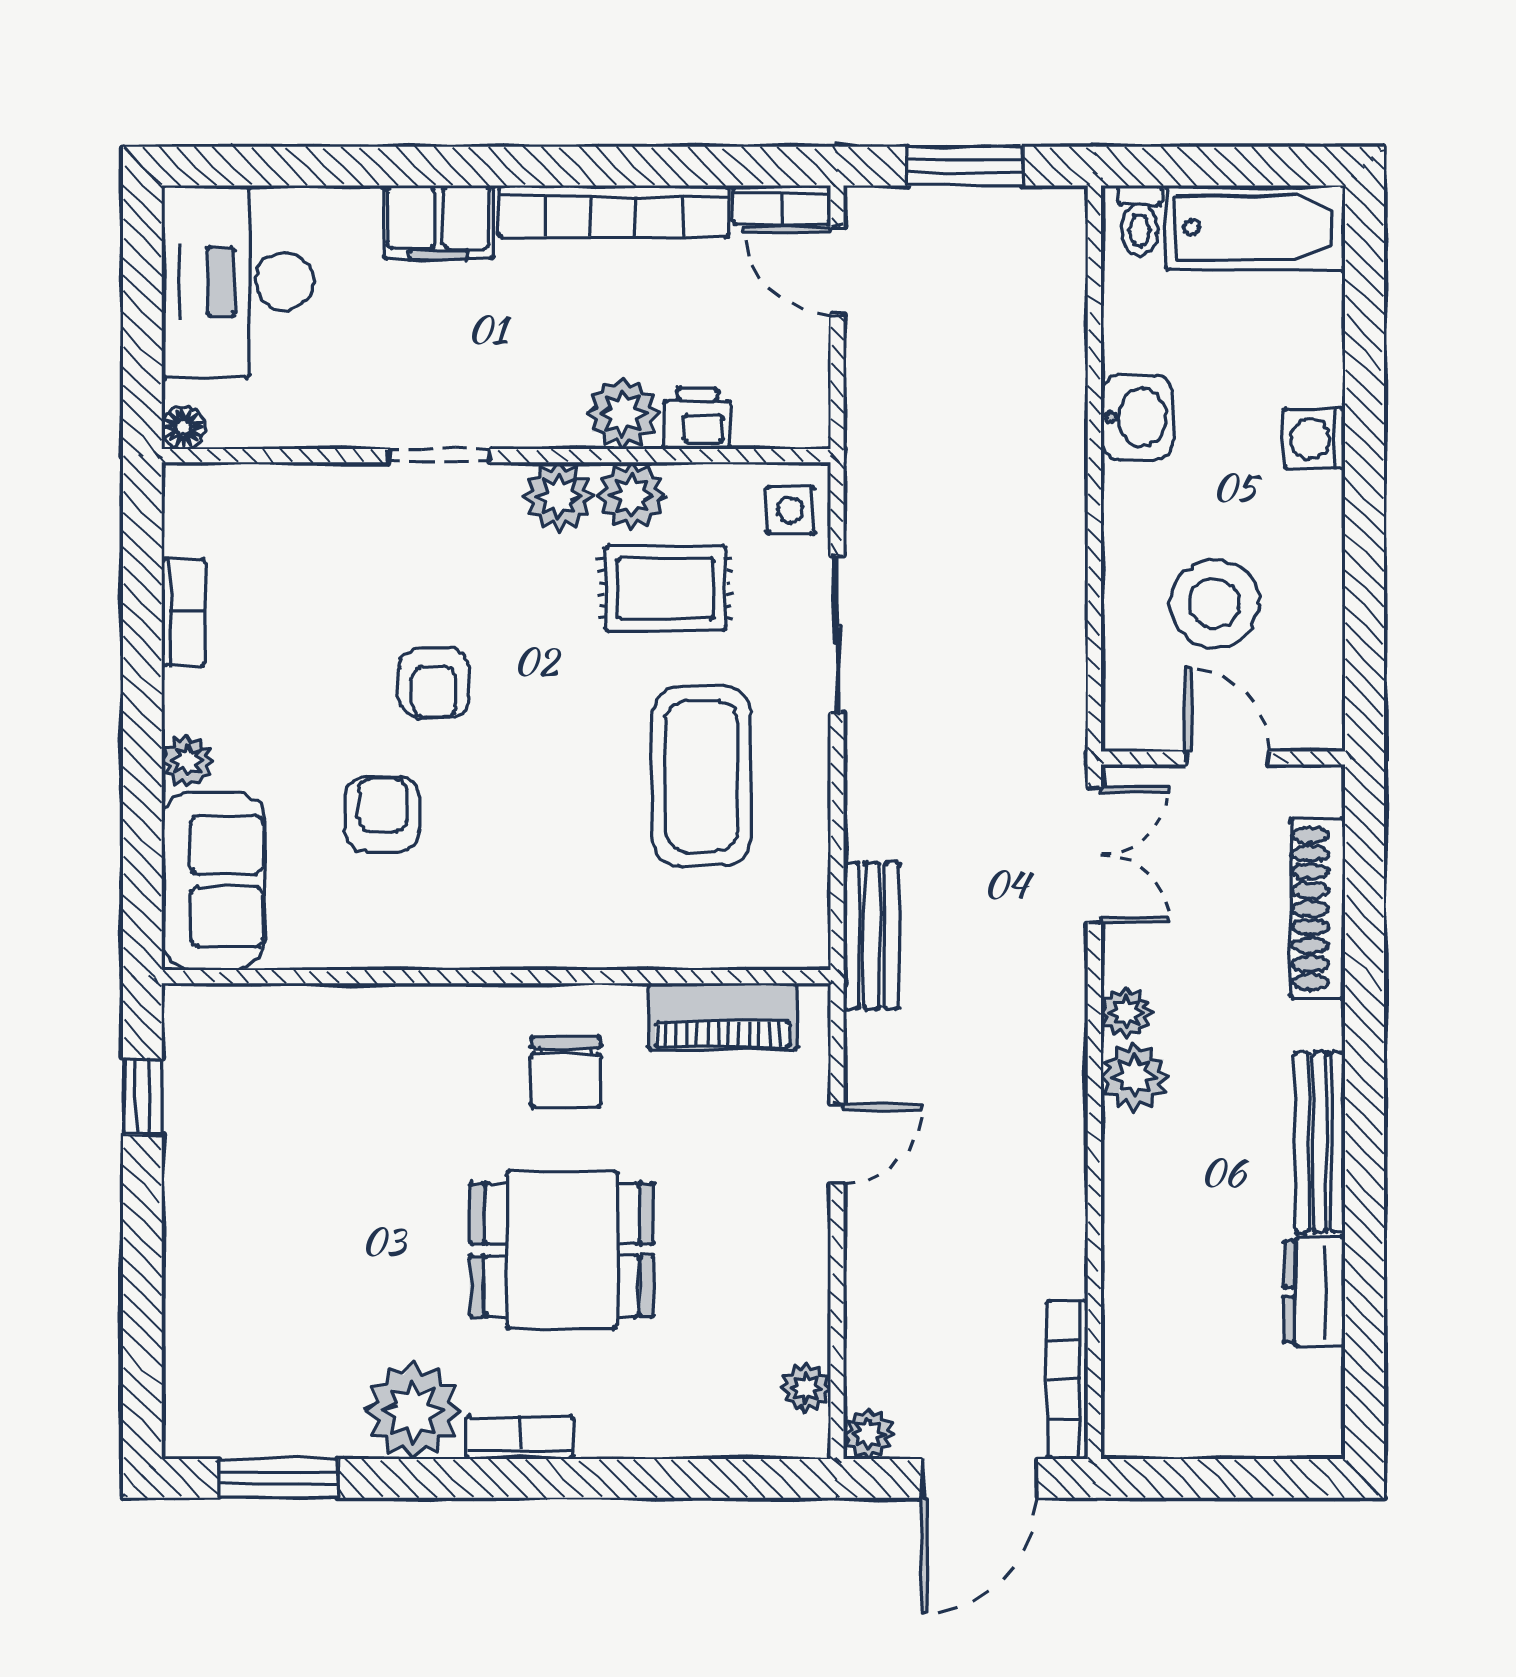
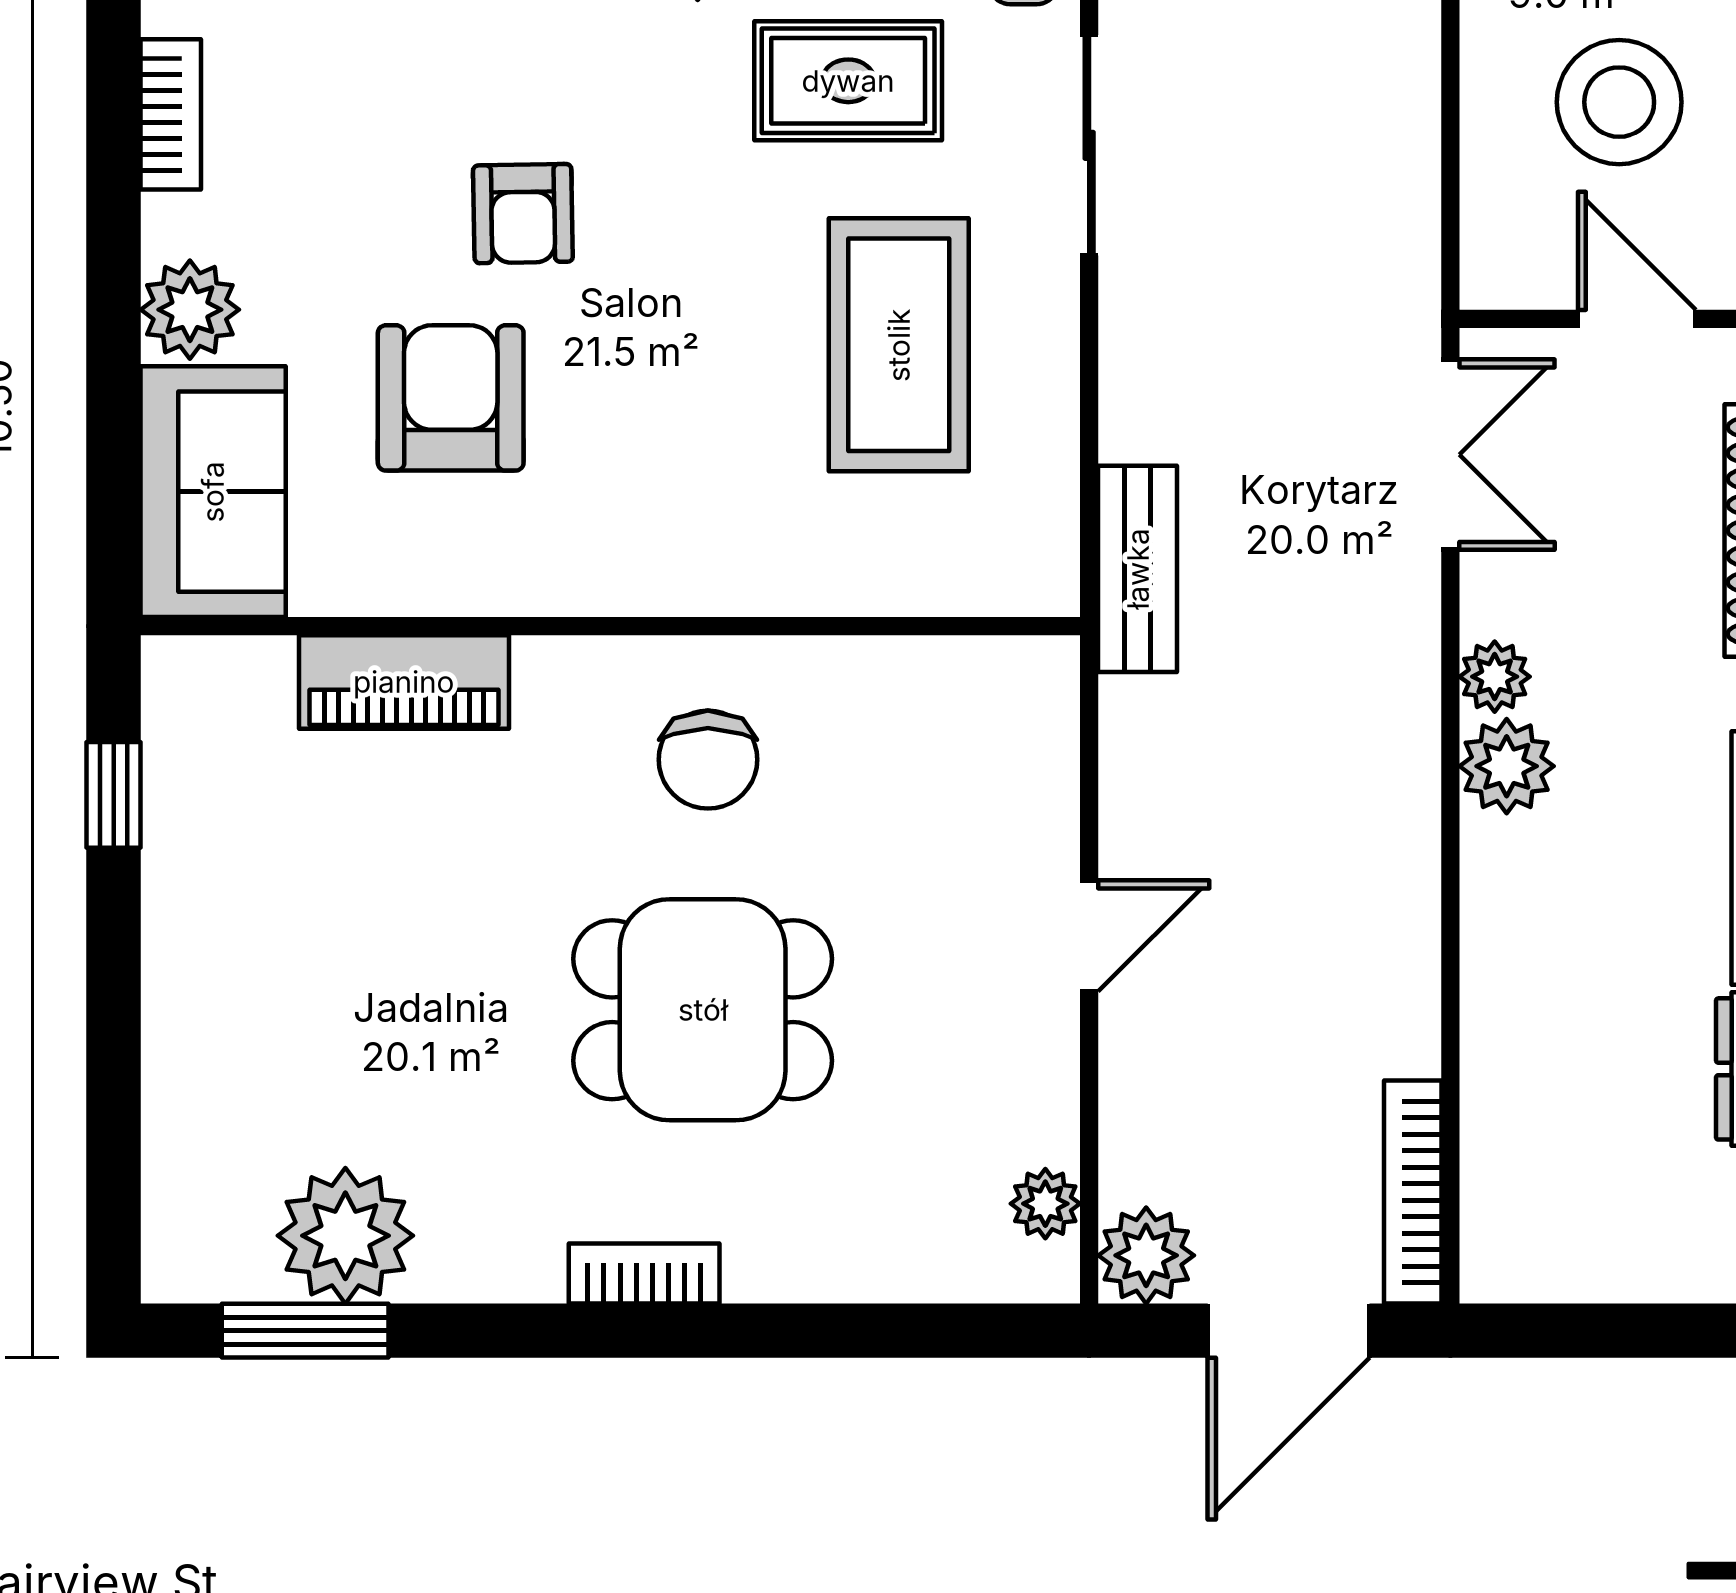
plant: (187, 761) -> (190, 310), width x1.38, depth x1.38
armchair: (382, 814) -> (451, 398), width x1.38, depth x1.38
piano: (723, 1016) -> (404, 682), moved
door: (837, 1143) -> (1089, 936), moved
plant: (413, 1411) -> (345, 1236), moved
plant: (868, 1434) -> (1146, 1255), width x1.38, depth x1.38

